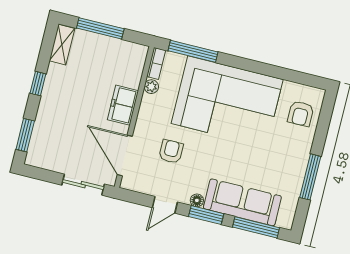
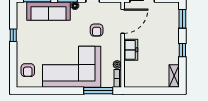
window: (100, 28) -> (155, 91), removed
armchair: (301, 114) -> (28, 70), turned 180
door: (125, 156) -> (123, 21), hinge flipped
window: (310, 177) -> (13, 35), width x0.46

